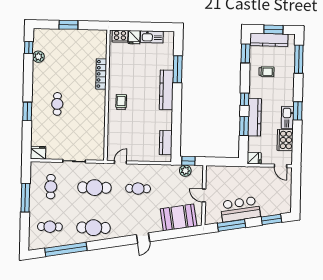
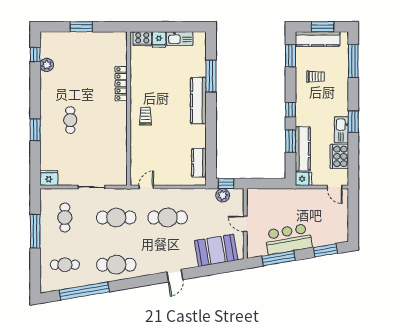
kitchen counter: (255, 117) -> (303, 149), moved
cafe table: (138, 189) -> (168, 217), width x1.37, depth x1.35

